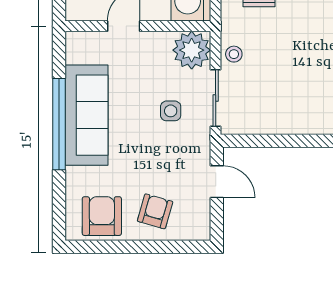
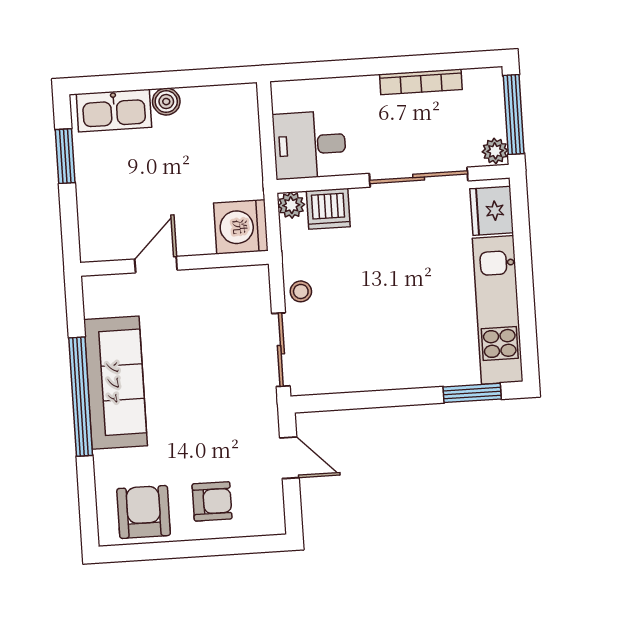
plant: (192, 50) -> (246, 290), removed
side table: (171, 111) -> (224, 370), removed
armchair: (155, 211) -> (212, 501), turned 74

